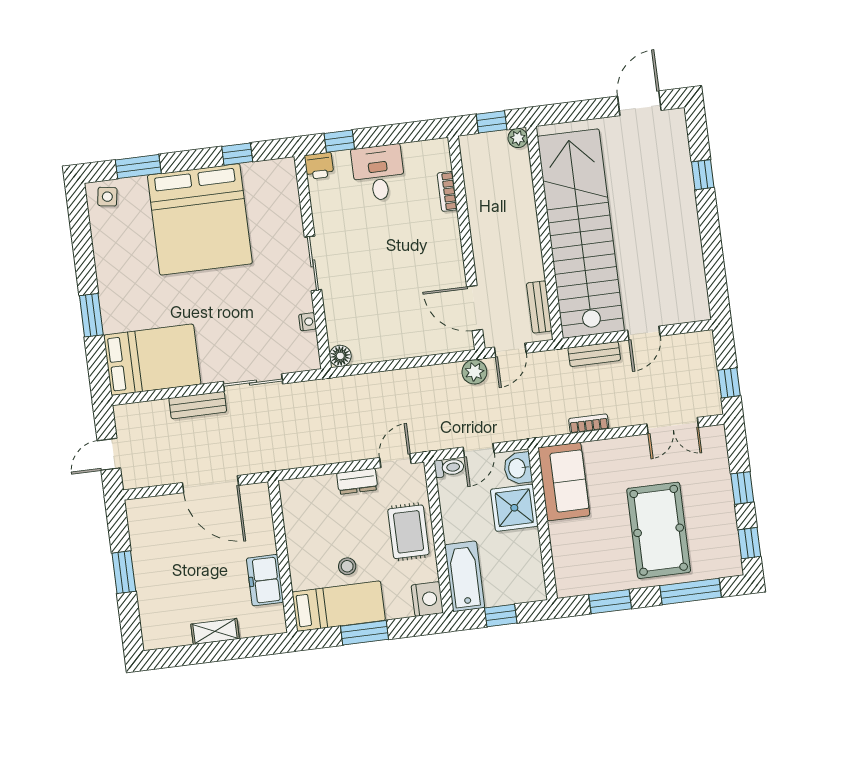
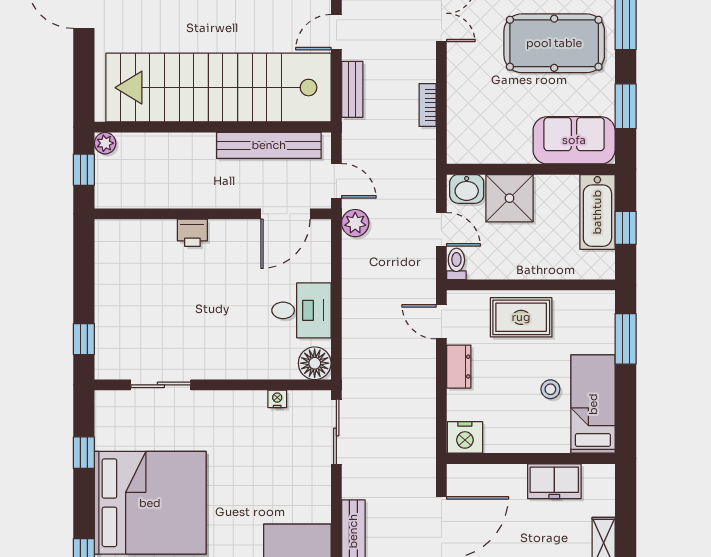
printer: (319, 166) -> (192, 233), moved, turned 90
desk: (378, 173) -> (301, 310), moved, turned 180
bookcase: (447, 191) -> (154, 228), removed
sliding door: (313, 263) -> (161, 385), moved
bench: (539, 307) -> (269, 145), width x1.86, depth x1.21
door: (644, 333) -> (336, 32), swing flipped
floor lamp: (340, 356) -> (315, 363), width x1.38, depth x1.38
sliding door: (253, 383) -> (336, 432), moved
sofa: (564, 482) -> (574, 140), moved
bathtub: (465, 576) -> (597, 212), moved, turned -90
nightstand: (427, 599) -> (465, 437), moved, turned 180
window: (365, 633) -> (626, 339), moved

